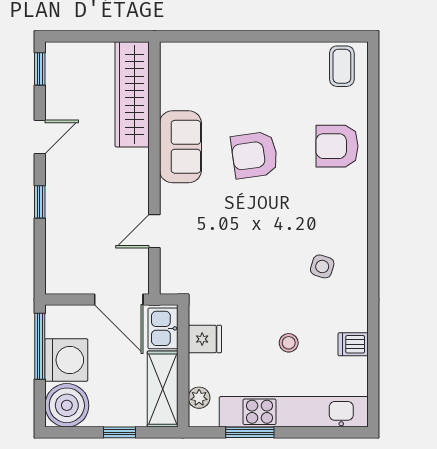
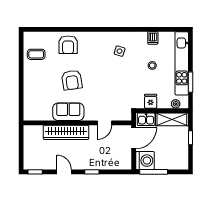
coffee table: (342, 66) -> (36, 54), moved
wardrobe: (132, 94) -> (66, 132), moved
door: (154, 231) -> (104, 123), hinge flipped
washing machine: (66, 360) -> (145, 161), moved, turned 90
boiler: (67, 405) -> (179, 160), removed

